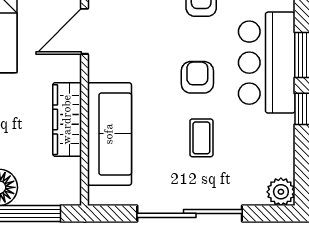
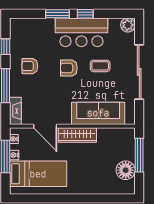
bar counter: (267, 63) -> (81, 32), moved
wardrobe: (67, 120) -> (77, 135), moved

